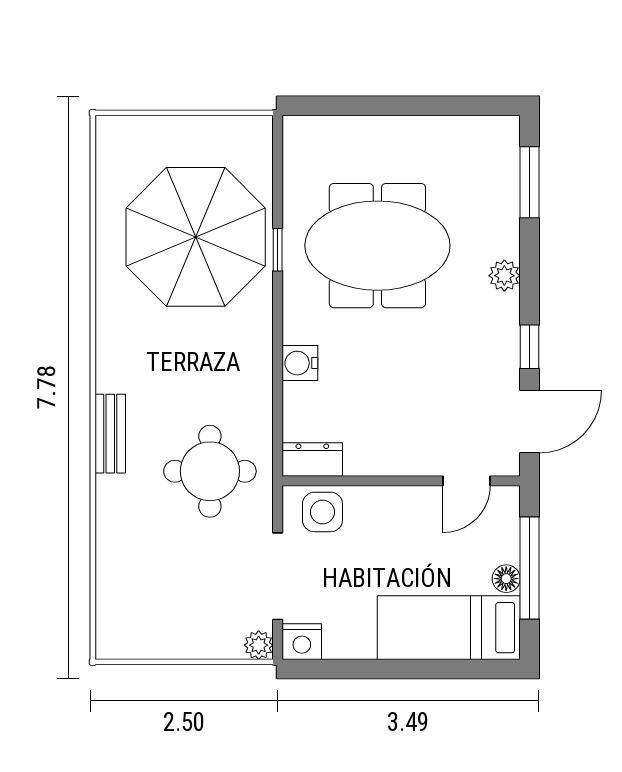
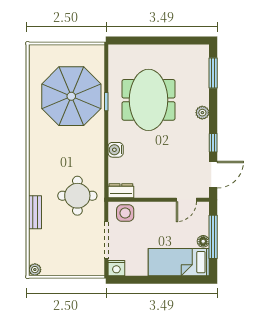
meeting table: (377, 246) -> (148, 100), turned 90
bench: (110, 434) -> (35, 212), moved
plant: (259, 645) -> (35, 270), moved

